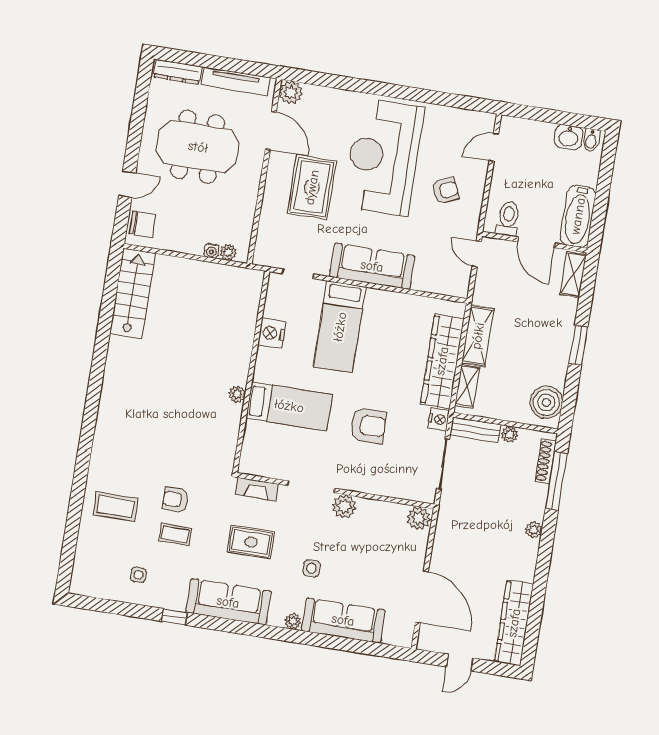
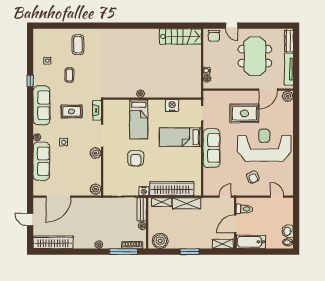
armchair: (175, 500) -> (86, 72), removed
rug: (251, 542) -> (71, 111), turned 90

